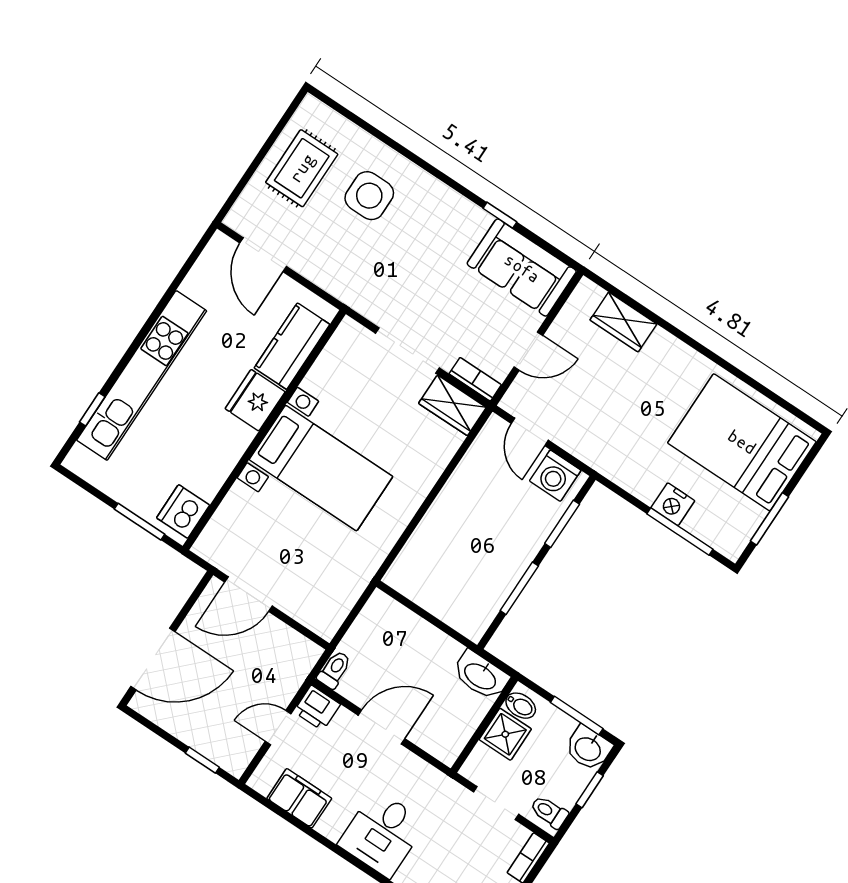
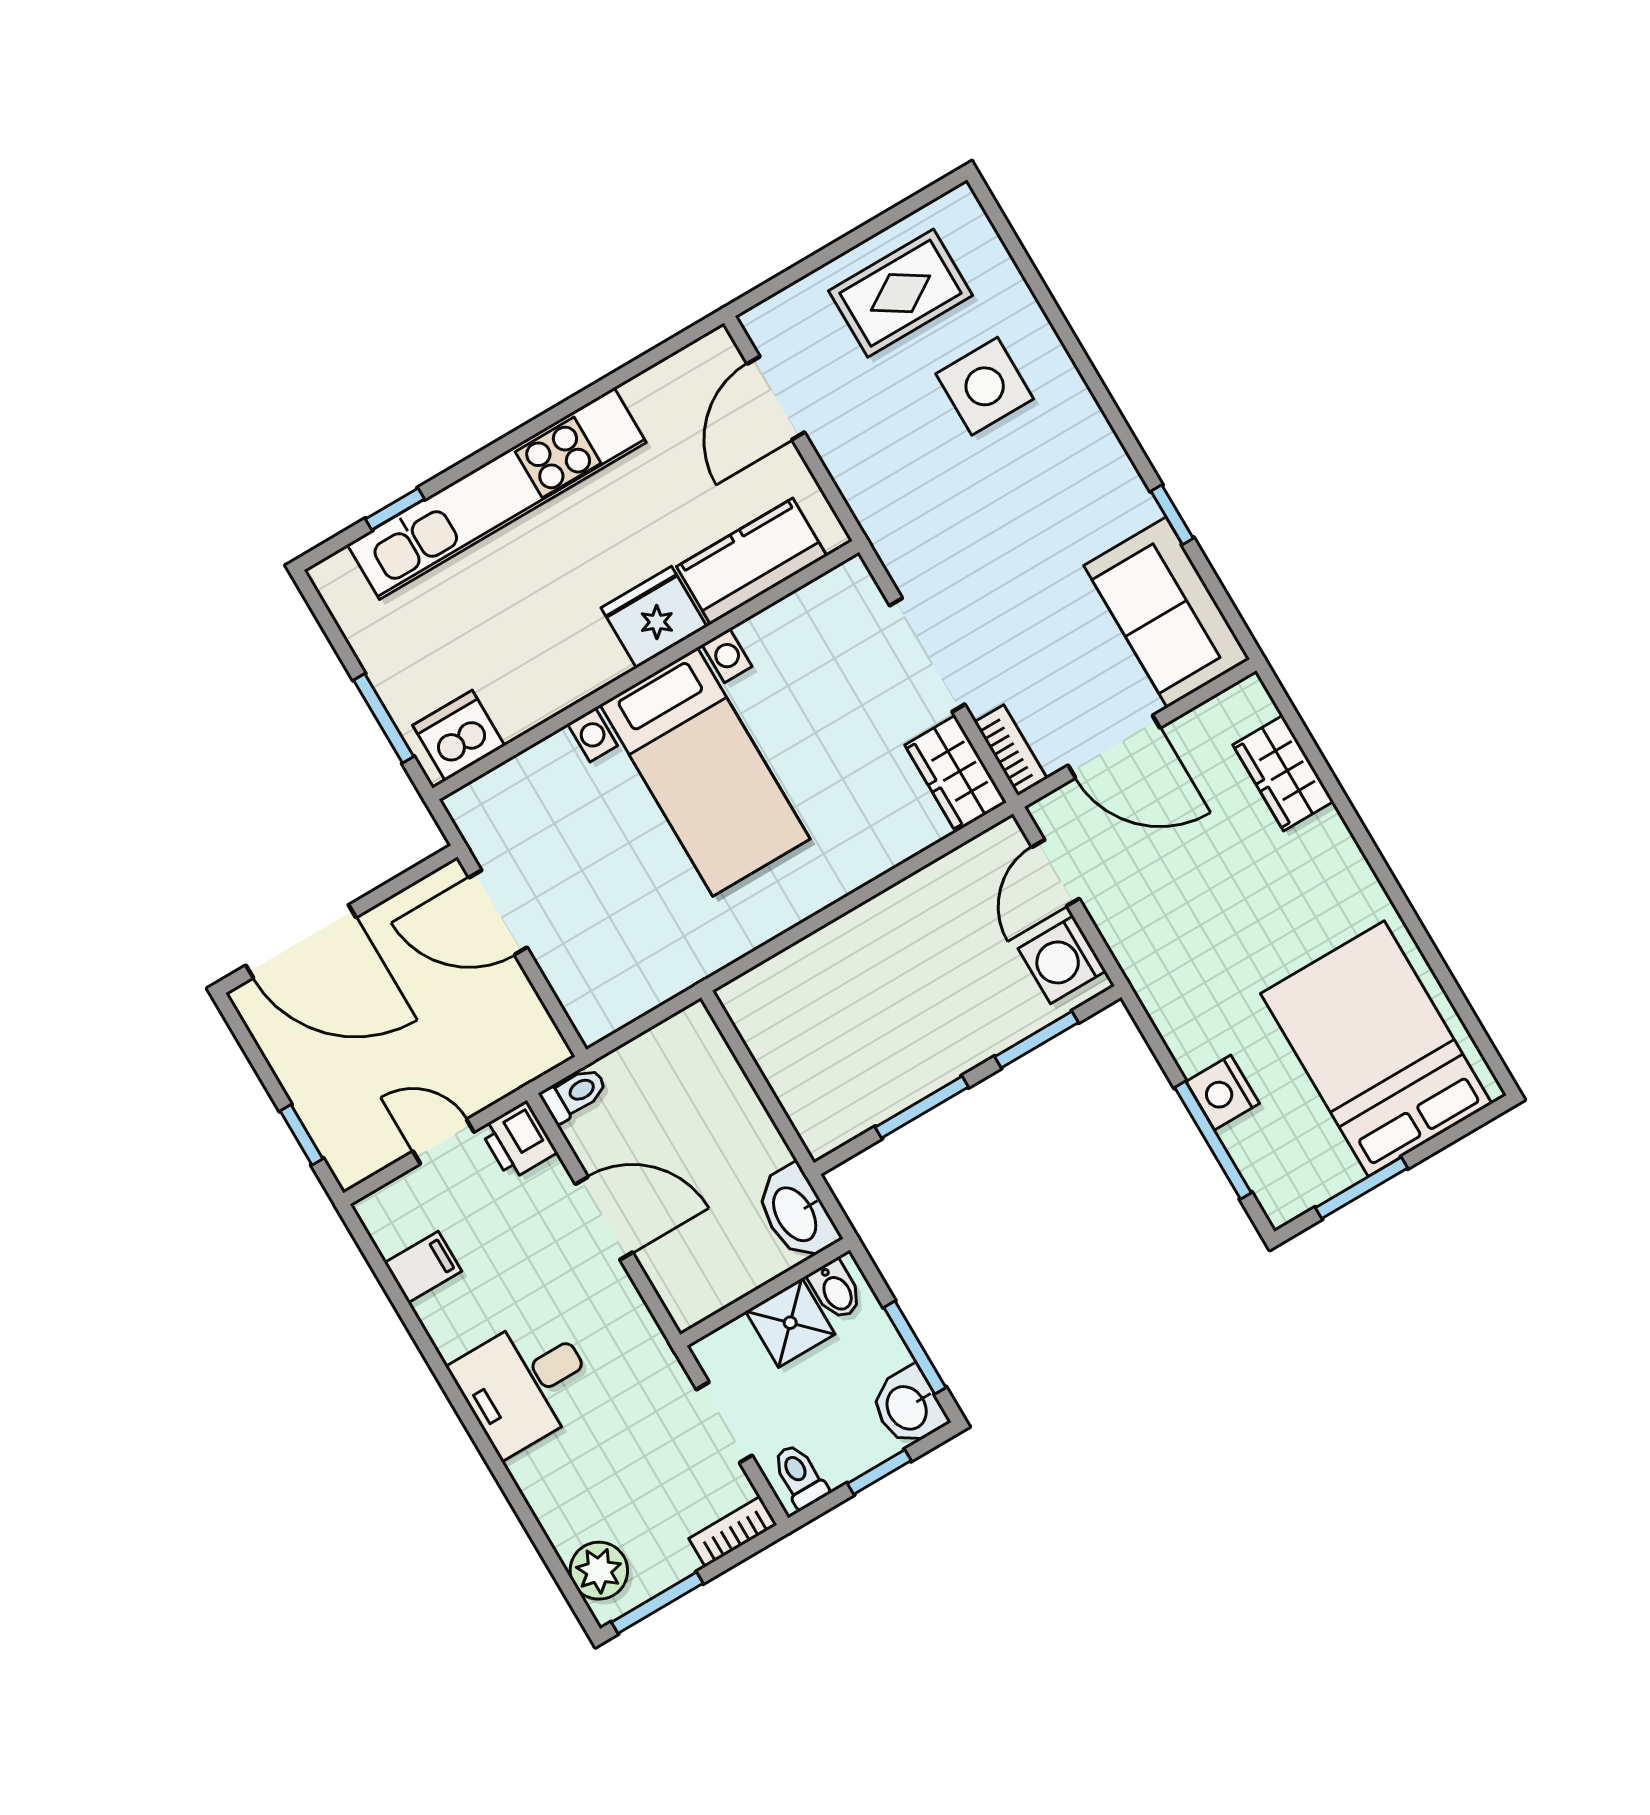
door: (528, 351) -> (1114, 747), width x1.38
filing cabinet: (299, 798) -> (423, 1267), width x0.50

